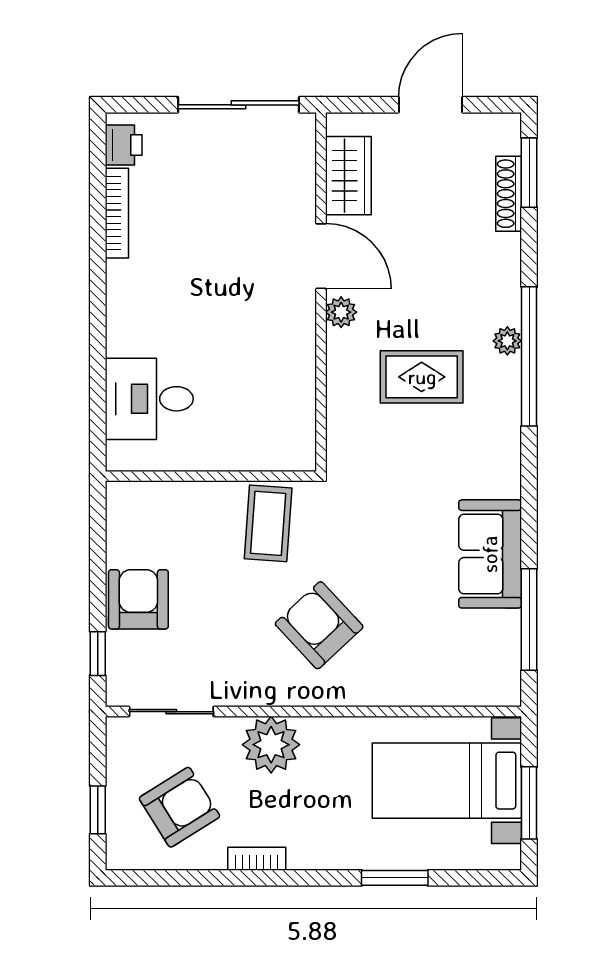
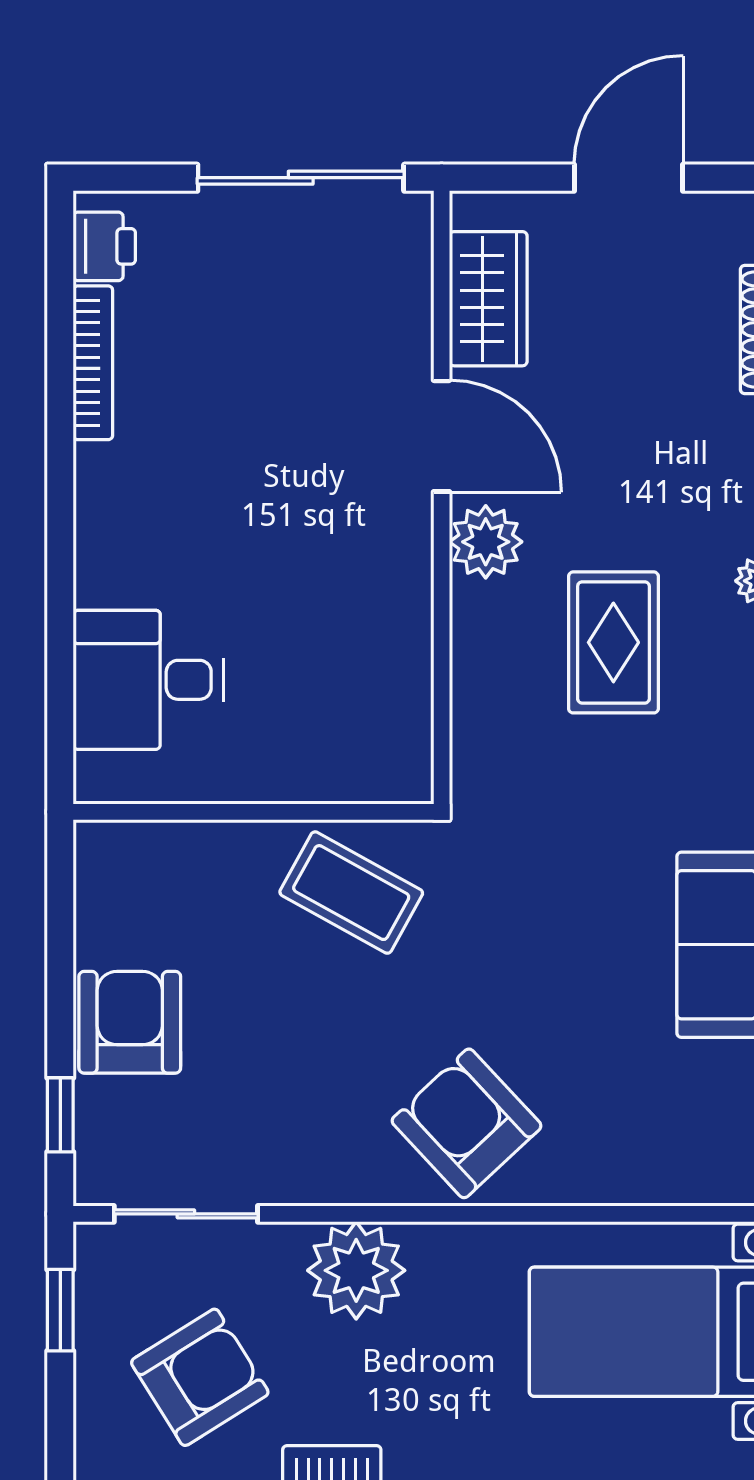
plant: (341, 312) -> (486, 542), width x1.38, depth x1.38
rug: (422, 377) -> (613, 642), turned 90
coffee table: (268, 523) -> (351, 893), turned -65
armchair: (319, 625) -> (466, 1123), moved
window: (98, 810) -> (60, 1310), moved

